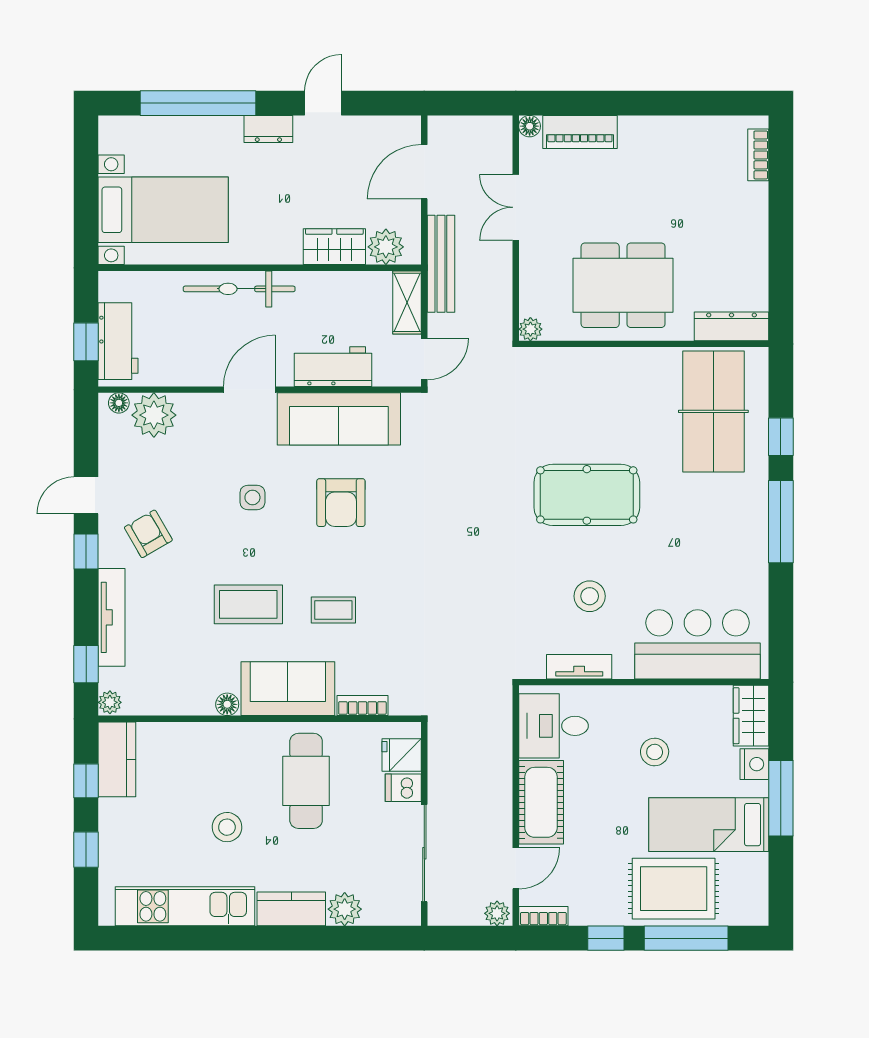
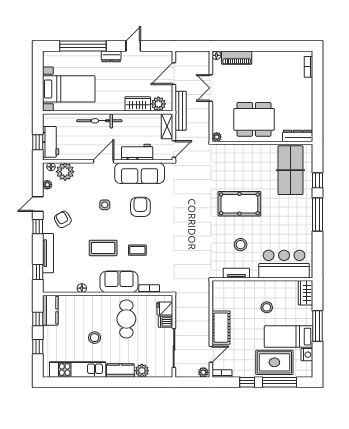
armchair: (341, 503) -> (140, 207), turned 180
plant: (110, 702) -> (47, 185), moved
floor lamp: (227, 704) -> (82, 288), moved
desk: (553, 726) -> (226, 297), removed
nightstand: (754, 764) -> (307, 355), moved

